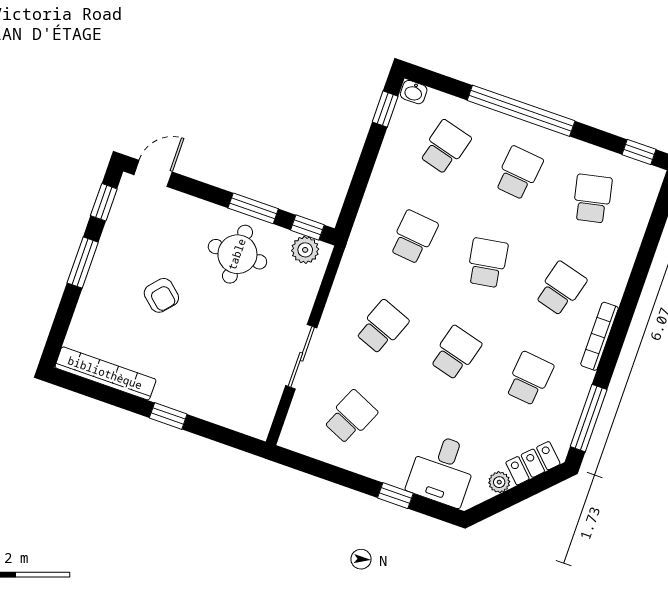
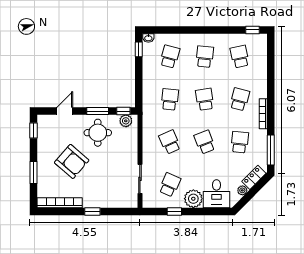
window: (521, 111) -> (196, 30), removed
door: (153, 173) -> (65, 111), moved
window: (83, 263) -> (33, 173), moved
armchair: (161, 295) -> (72, 161), width x1.88, depth x1.88
school desk: (382, 327) -> (170, 142), turned -45
school desk: (456, 353) -> (205, 142), turned -36
sliding door: (301, 357) -> (140, 179), moved
plant: (390, 464) -> (193, 199), added
window: (395, 496) -> (174, 211), moved

